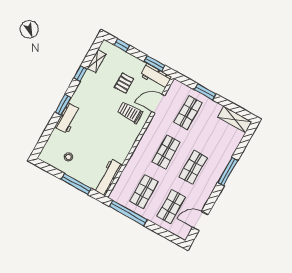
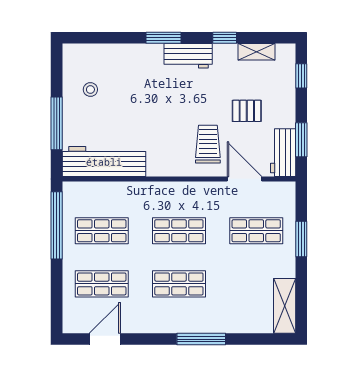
workbench: (68, 118) -> (188, 56), moved
workbench: (108, 177) -> (104, 162), width x1.36, depth x1.32
door: (200, 221) -> (105, 339), hinge flipped

